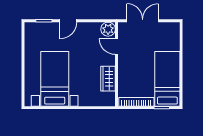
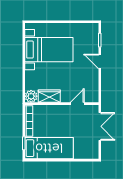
plant: (108, 29) -> (31, 96), moved

